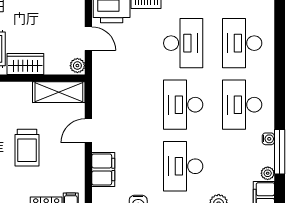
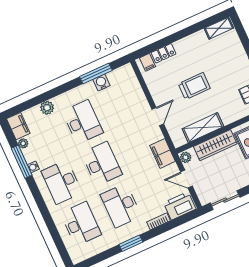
wardrobe: (25, 64) -> (215, 145), width x1.50
shelving: (59, 92) -> (203, 128), moved
desk: (242, 105) -> (62, 182), turned 180
trolley: (27, 148) -> (194, 86), turned 90
filing cabinet: (103, 169) -> (163, 153), moved

